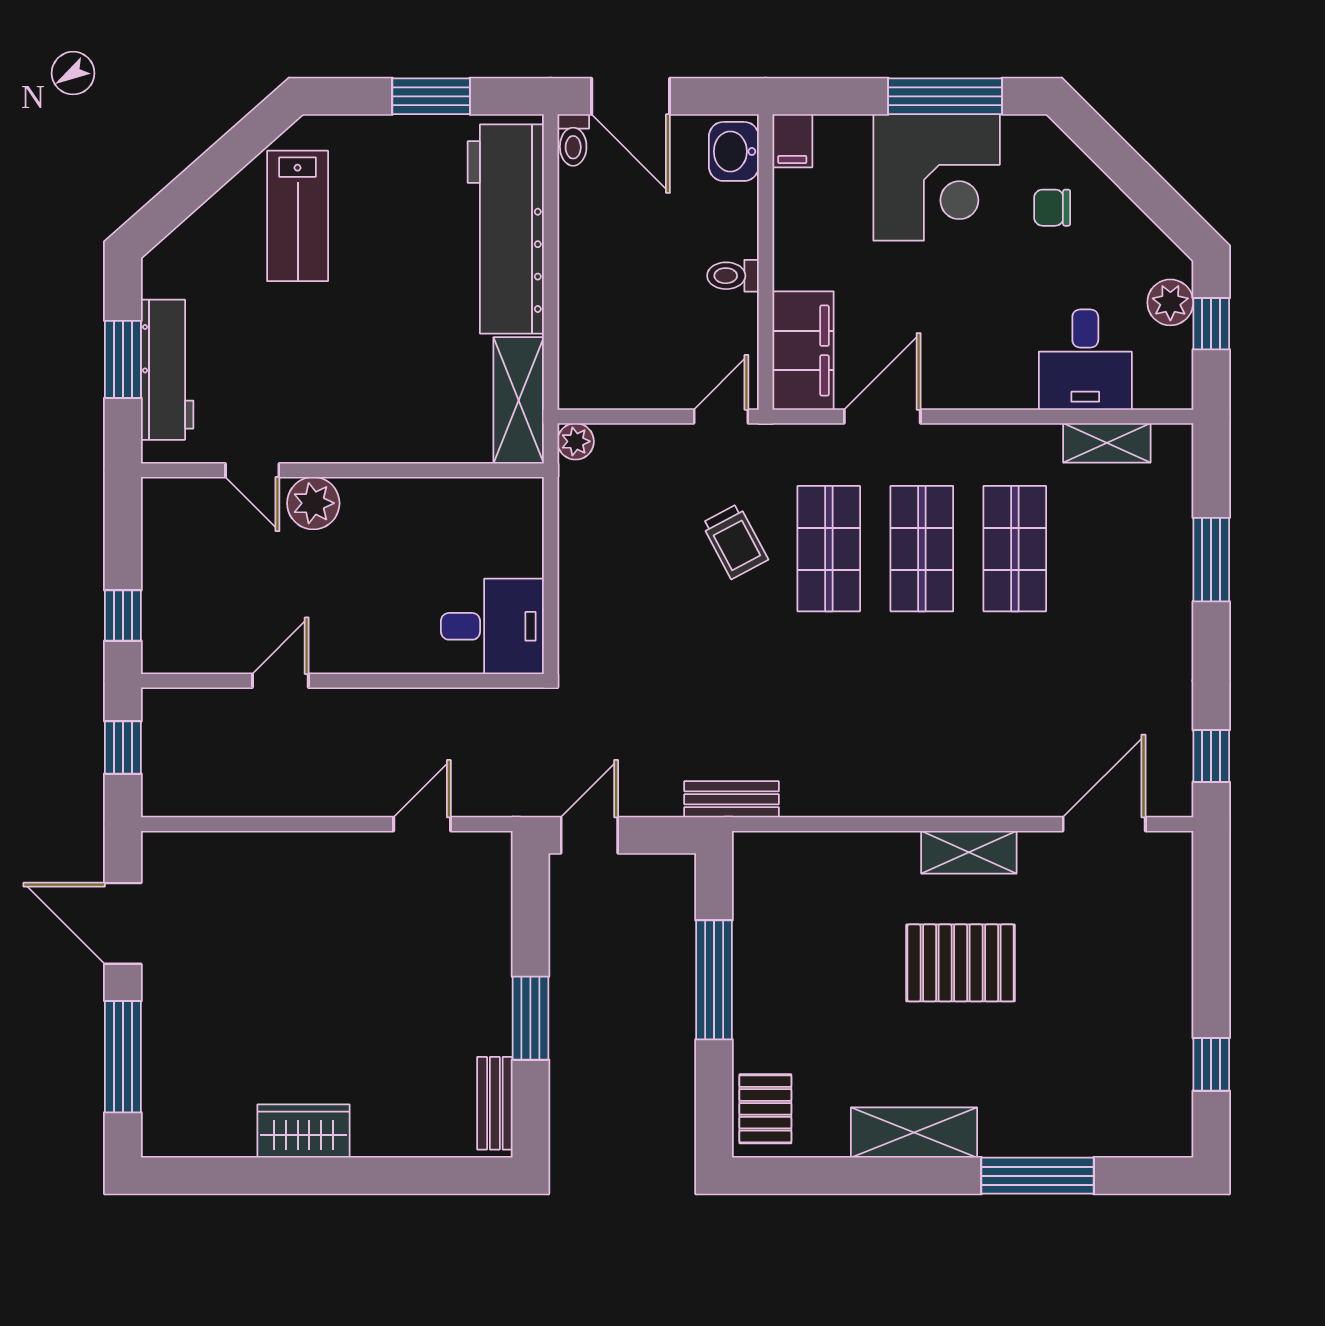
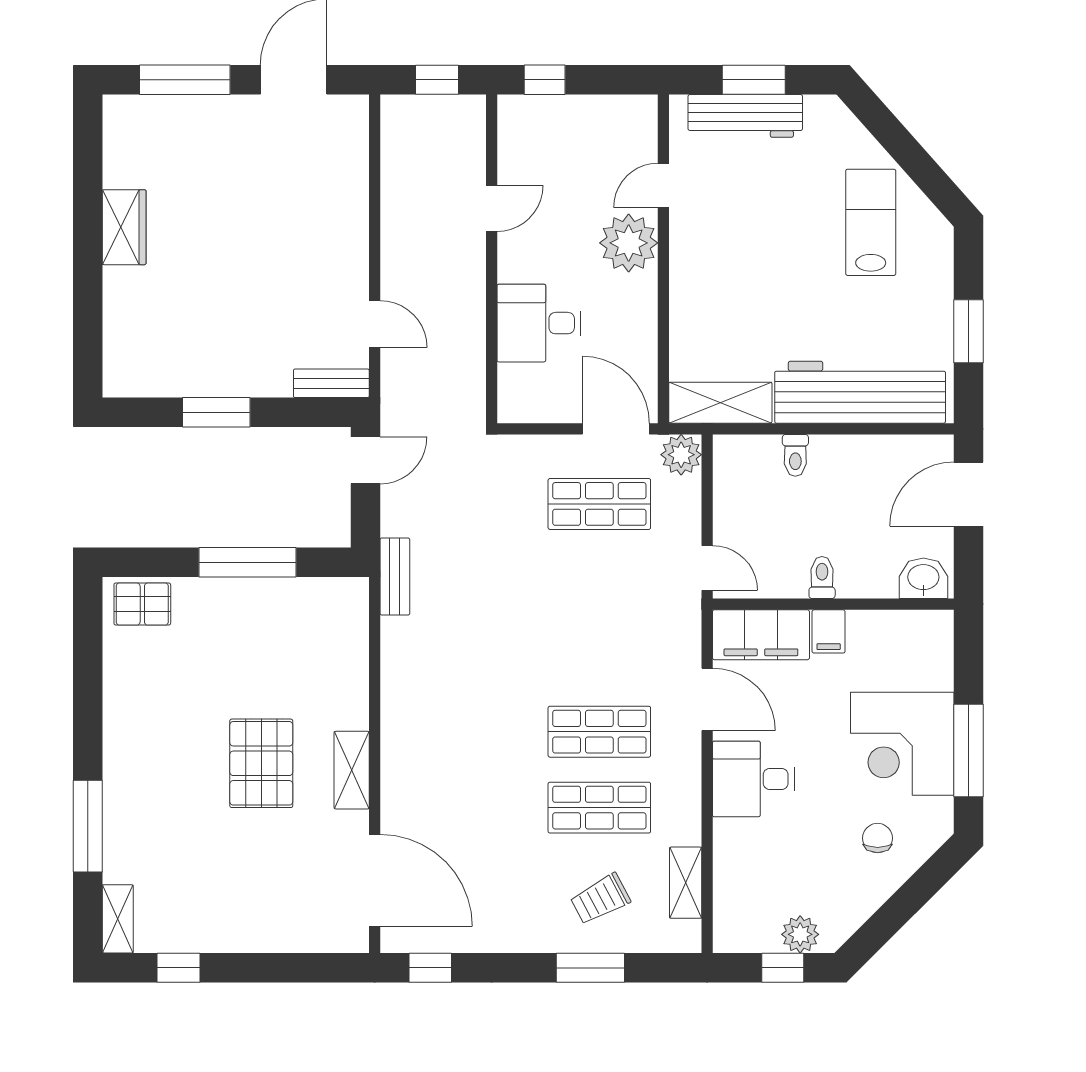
toilet: (573, 140) -> (795, 455), moved, turned -90
filing cabinet: (792, 141) -> (829, 631), moved, turned -90
lab bench: (298, 216) -> (871, 222), turned 90
desk: (1085, 360) -> (754, 779), moved
plant: (576, 441) -> (681, 455), width x1.38, depth x1.38
plant: (313, 503) -> (629, 243), width x1.36, depth x1.36
door: (551, 528) -> (616, 429), added
trolley: (735, 541) -> (600, 899), moved
shop shelf: (829, 549) -> (599, 504), moved
desk: (492, 626) -> (539, 323), moved, turned 90
door: (280, 681) -> (492, 208), hinge flipped
door: (1104, 824) -> (375, 880), width x1.36
door: (589, 835) -> (365, 460), hinge flipped
bench: (495, 1103) -> (331, 383), moved
shelving: (914, 1133) -> (118, 919), moved, width x0.67, depth x0.75

